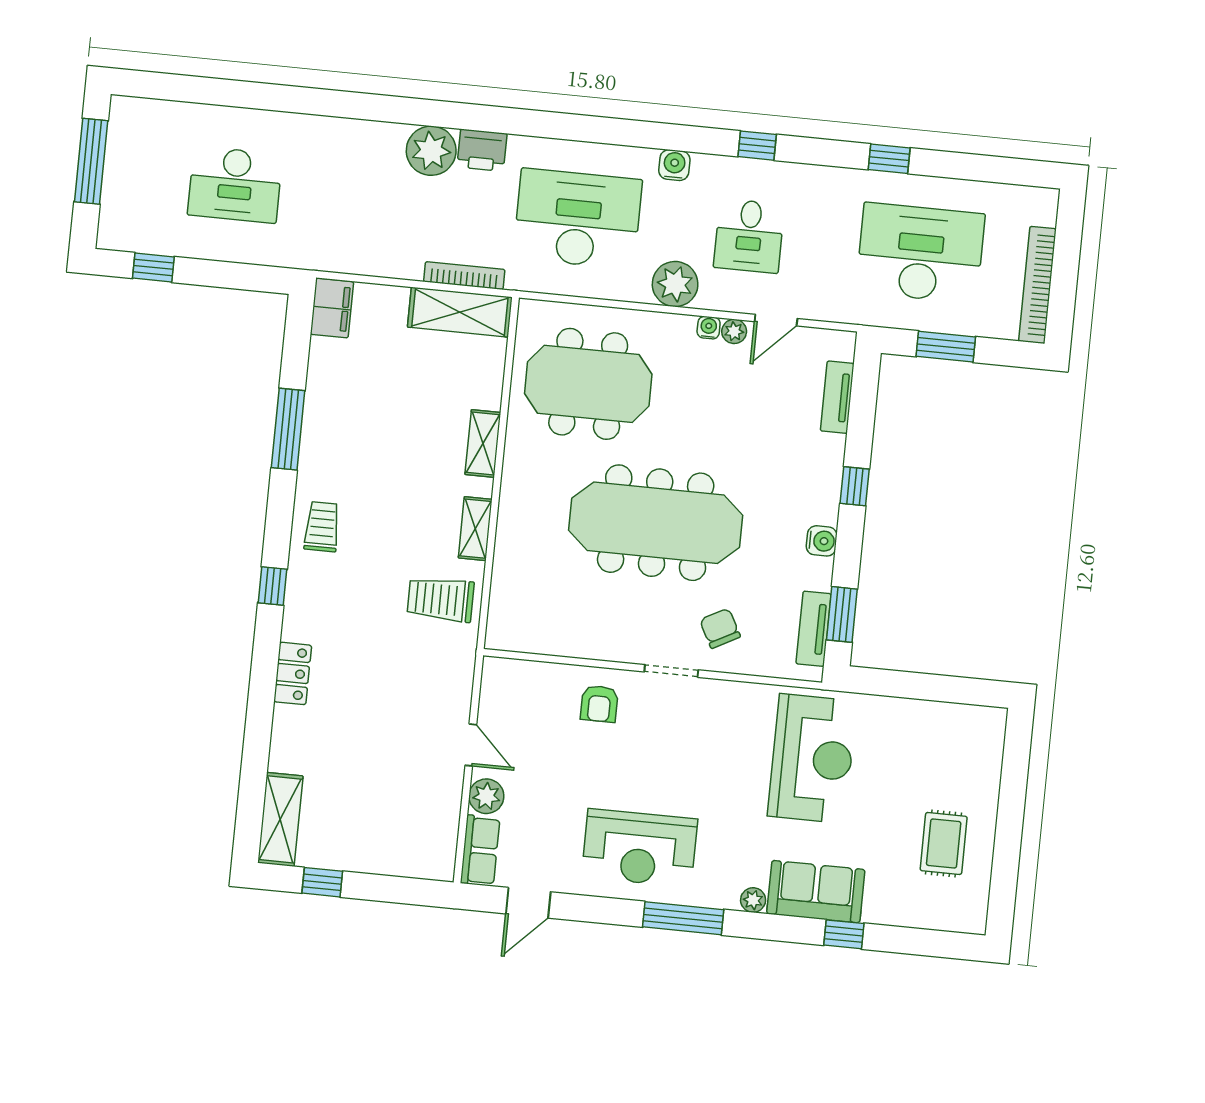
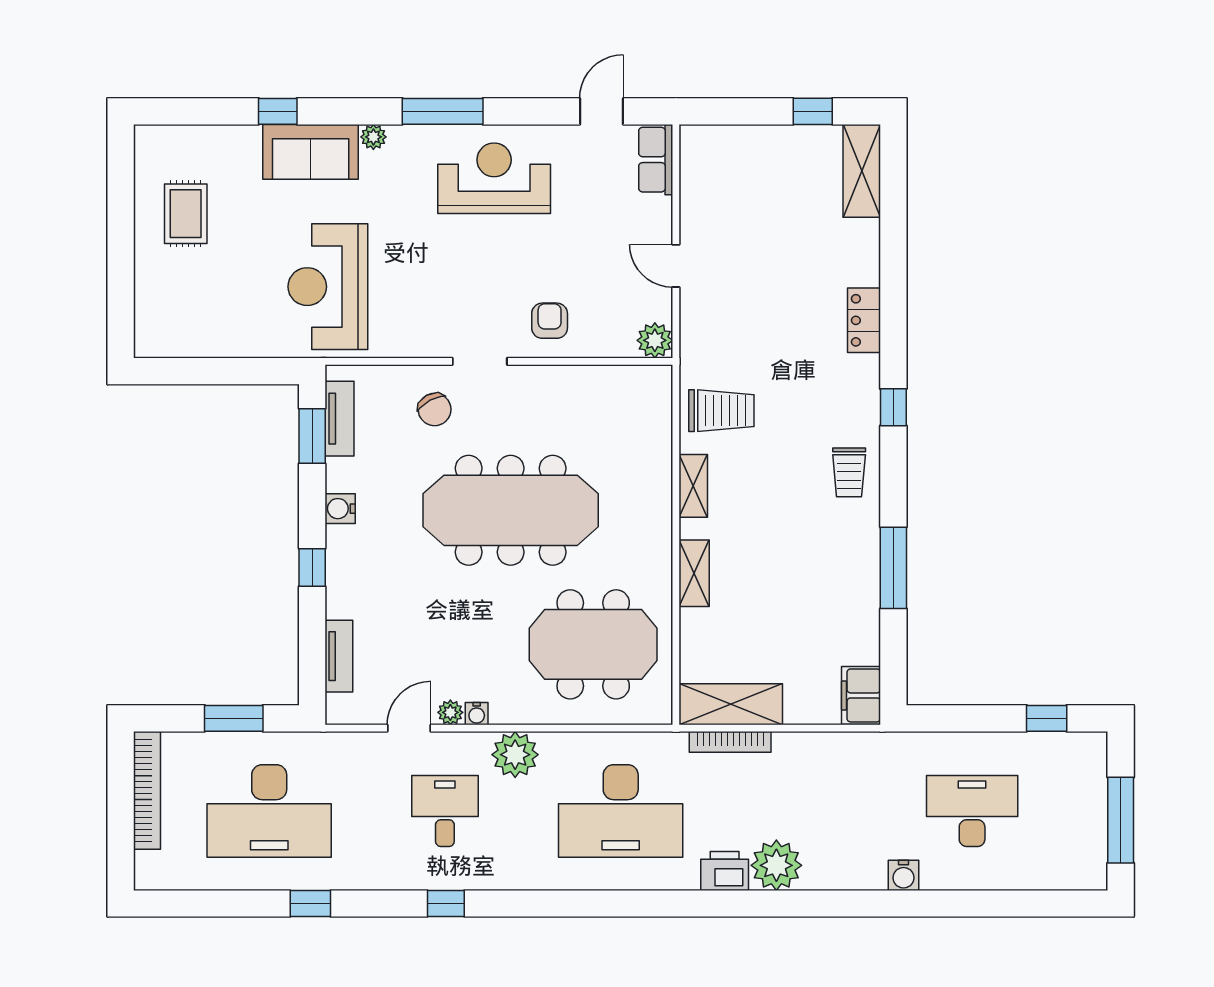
water cooler: (674, 165) -> (903, 875), moved
plant: (486, 796) -> (655, 340), moved

